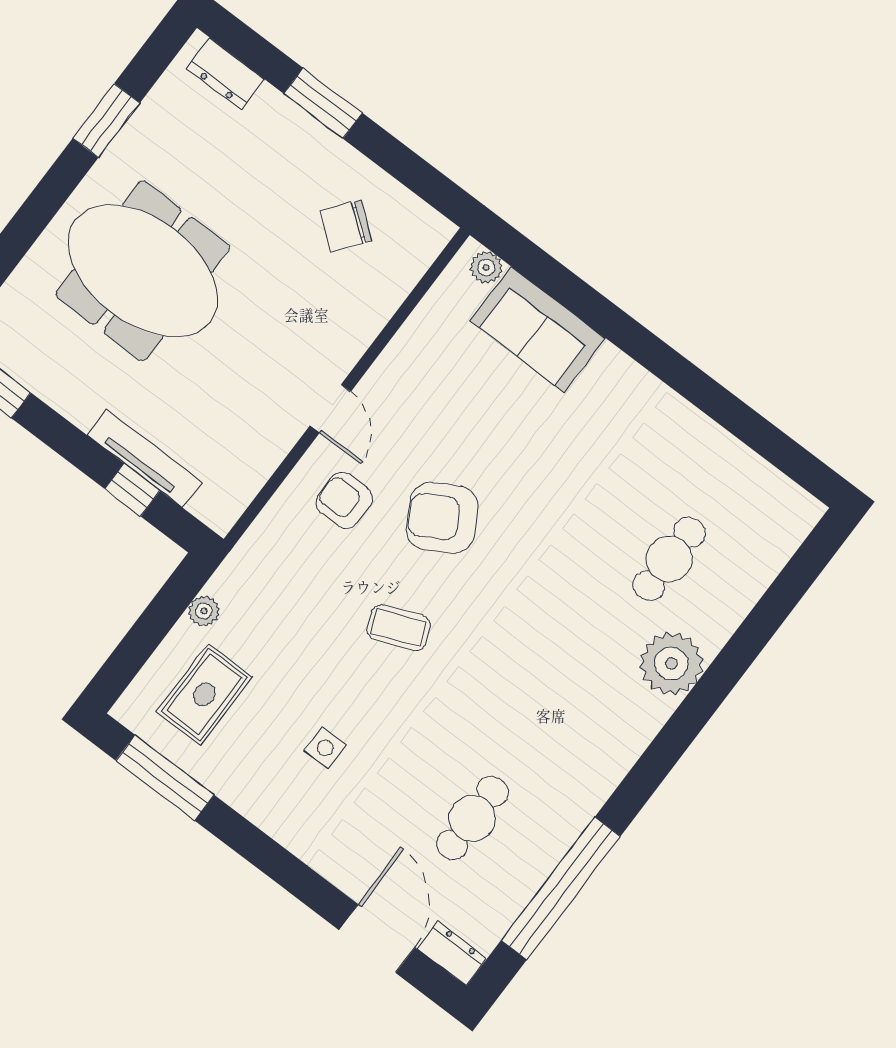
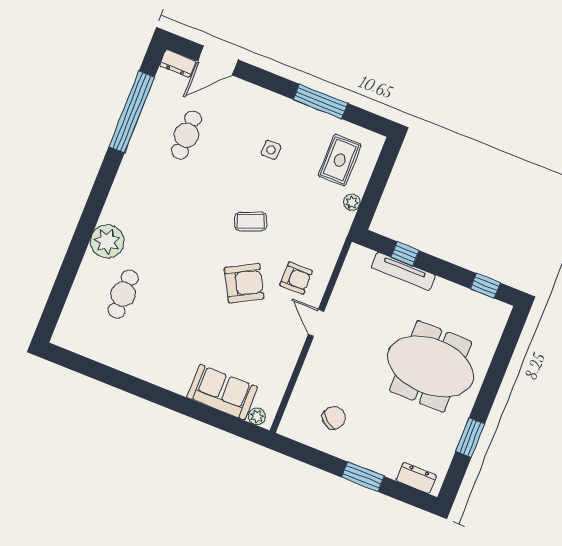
window: (165, 778) -> (321, 101), moved
door: (377, 939) -> (218, 61), hinge flipped

